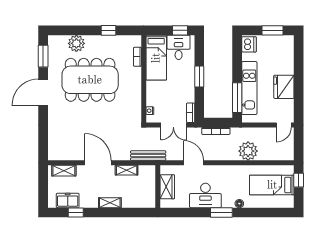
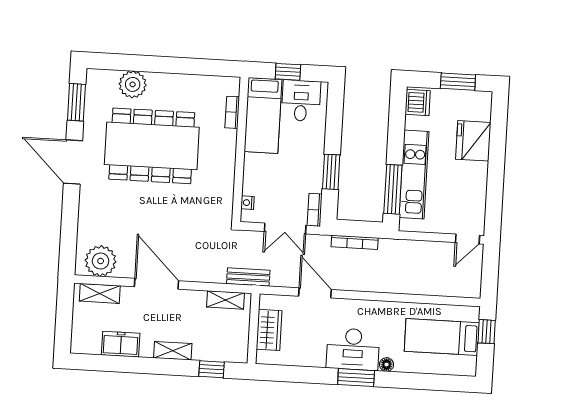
window: (108, 30) -> (187, 66), removed
window: (180, 30) -> (288, 72), moved
window: (199, 77) -> (331, 172), moved
fridge: (284, 87) -> (473, 141), moved
door: (43, 92) -> (73, 162), hinge flipped
plant: (248, 151) -> (101, 261), moved
bench: (148, 156) -> (248, 277), width x0.73
shelving: (127, 170) -> (226, 300), moved
desk: (205, 195) -> (353, 349), moved
freezer: (68, 200) -> (121, 344), moved
window: (76, 212) -> (212, 369), moved

